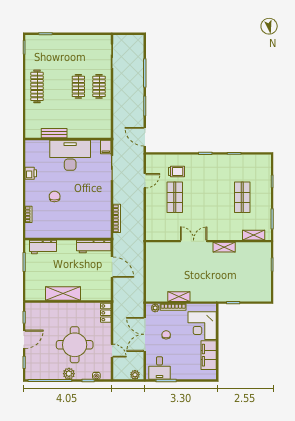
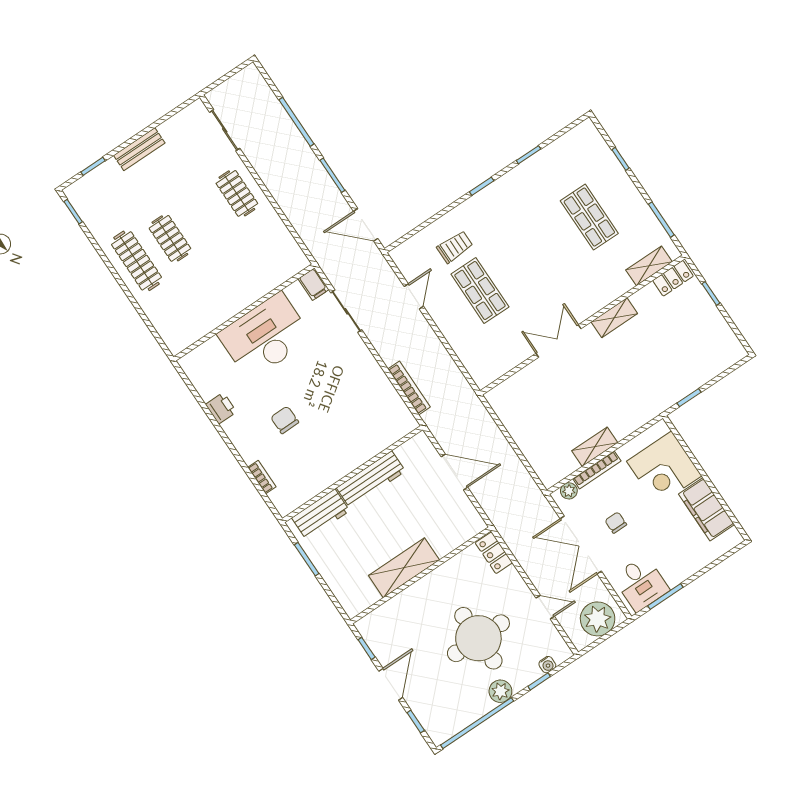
clothes rail: (78, 86) -> (170, 238), moved
bench: (54, 133) -> (139, 149), moved
workbench: (94, 246) -> (371, 479), moved
locker: (260, 247) -> (673, 278), added
plant: (135, 375) -> (598, 619), width x1.88, depth x1.88

